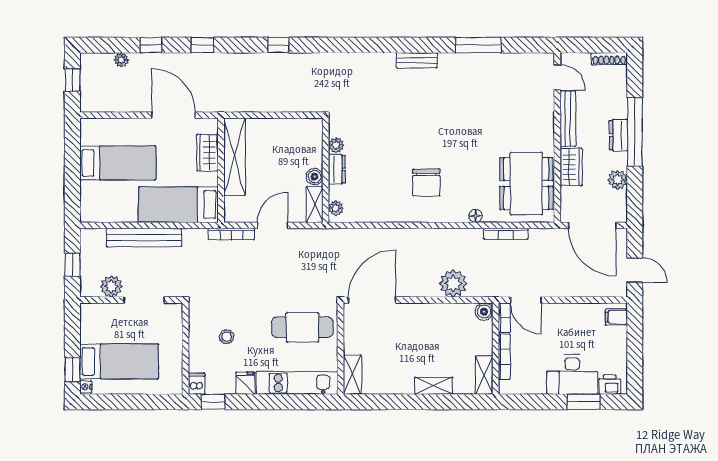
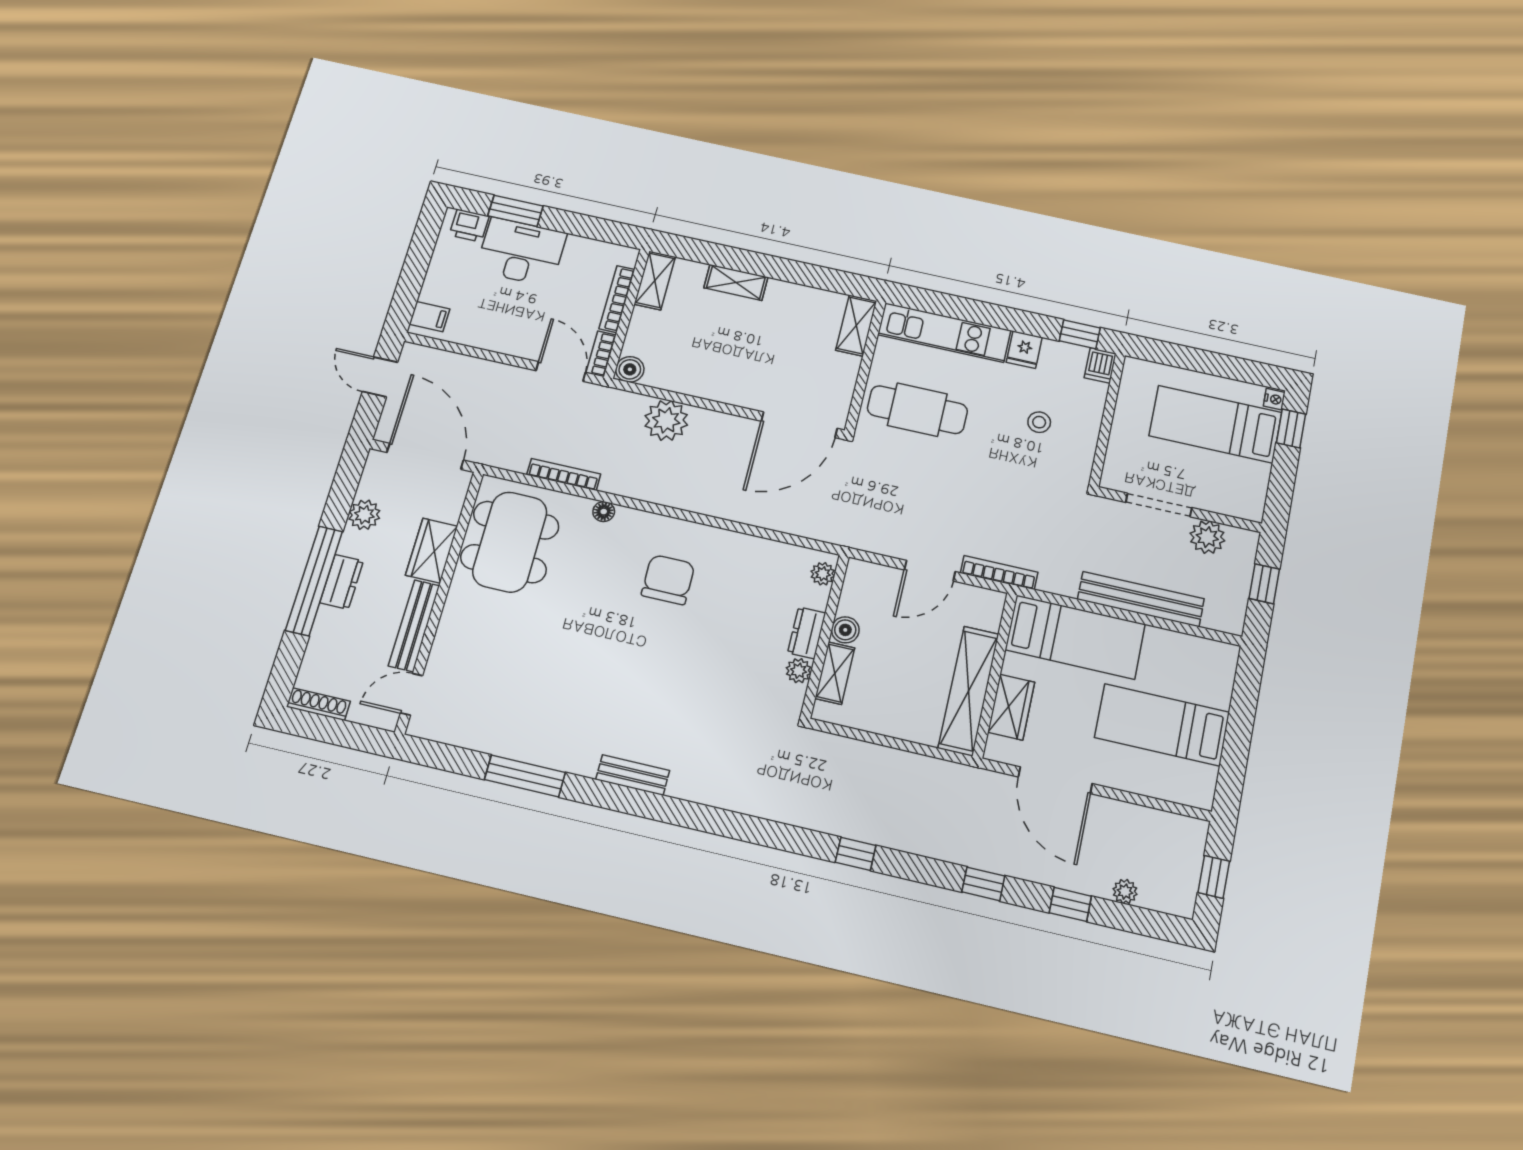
door: (557, 77) -> (411, 694), hinge flipped
shelving: (315, 204) -> (835, 673), moved

